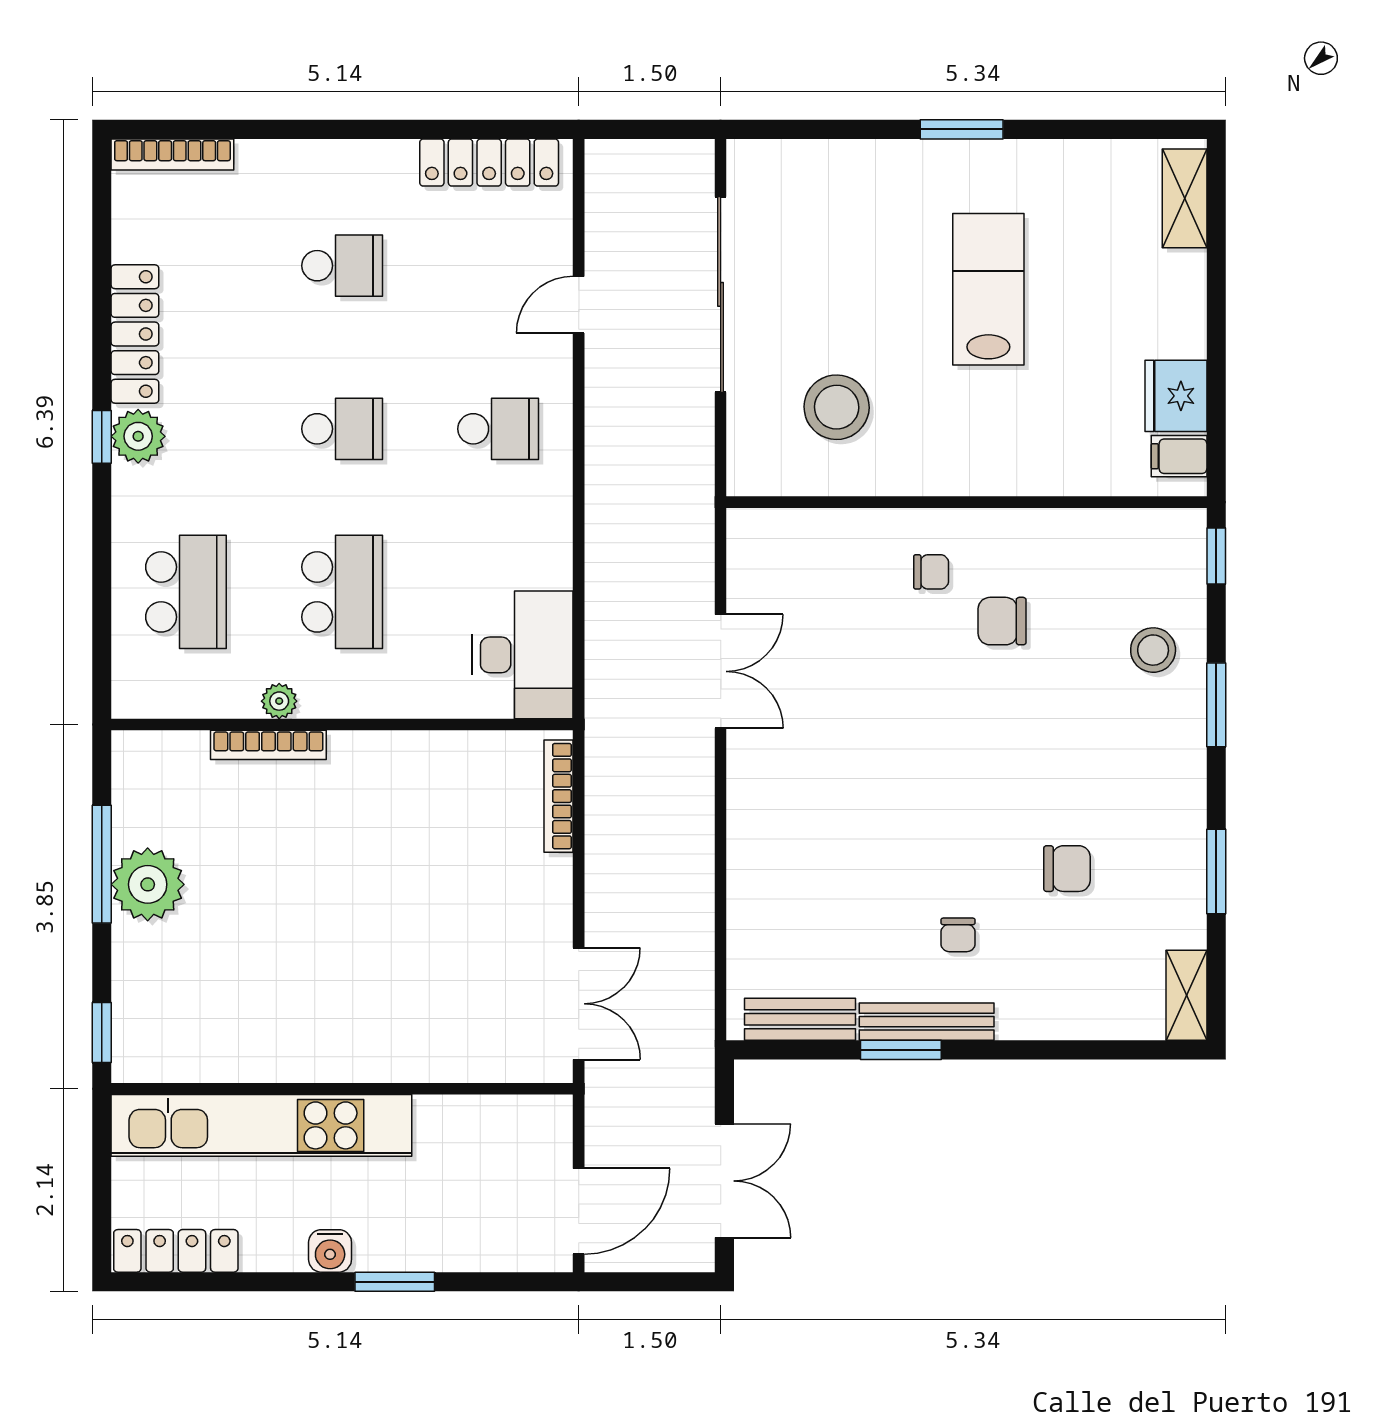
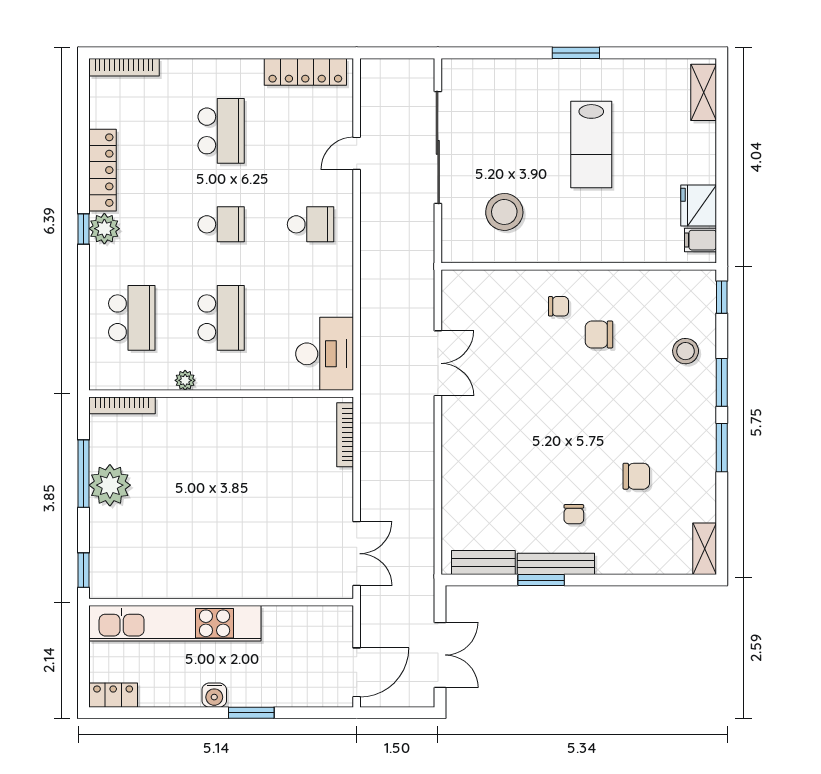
school desk: (342, 266) -> (221, 131), width x1.85
lab bench: (988, 289) -> (591, 144), turned 180
bookcase: (268, 745) -> (122, 405), moved
window: (1216, 872) -> (722, 448), moved
locker: (176, 1251) -> (113, 695), width x0.66

